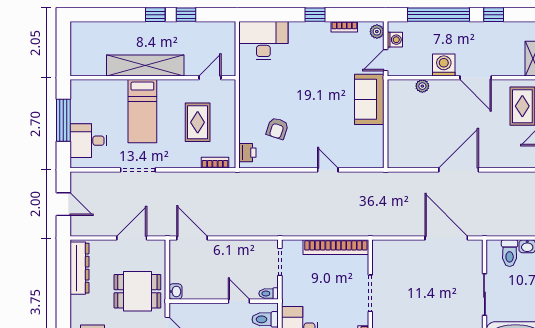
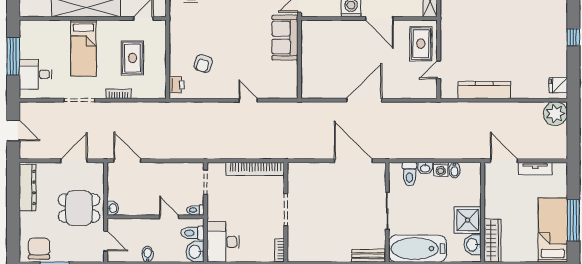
plant: (422, 86) -> (332, 26), removed
bookcase: (215, 163) -> (118, 94), moved

